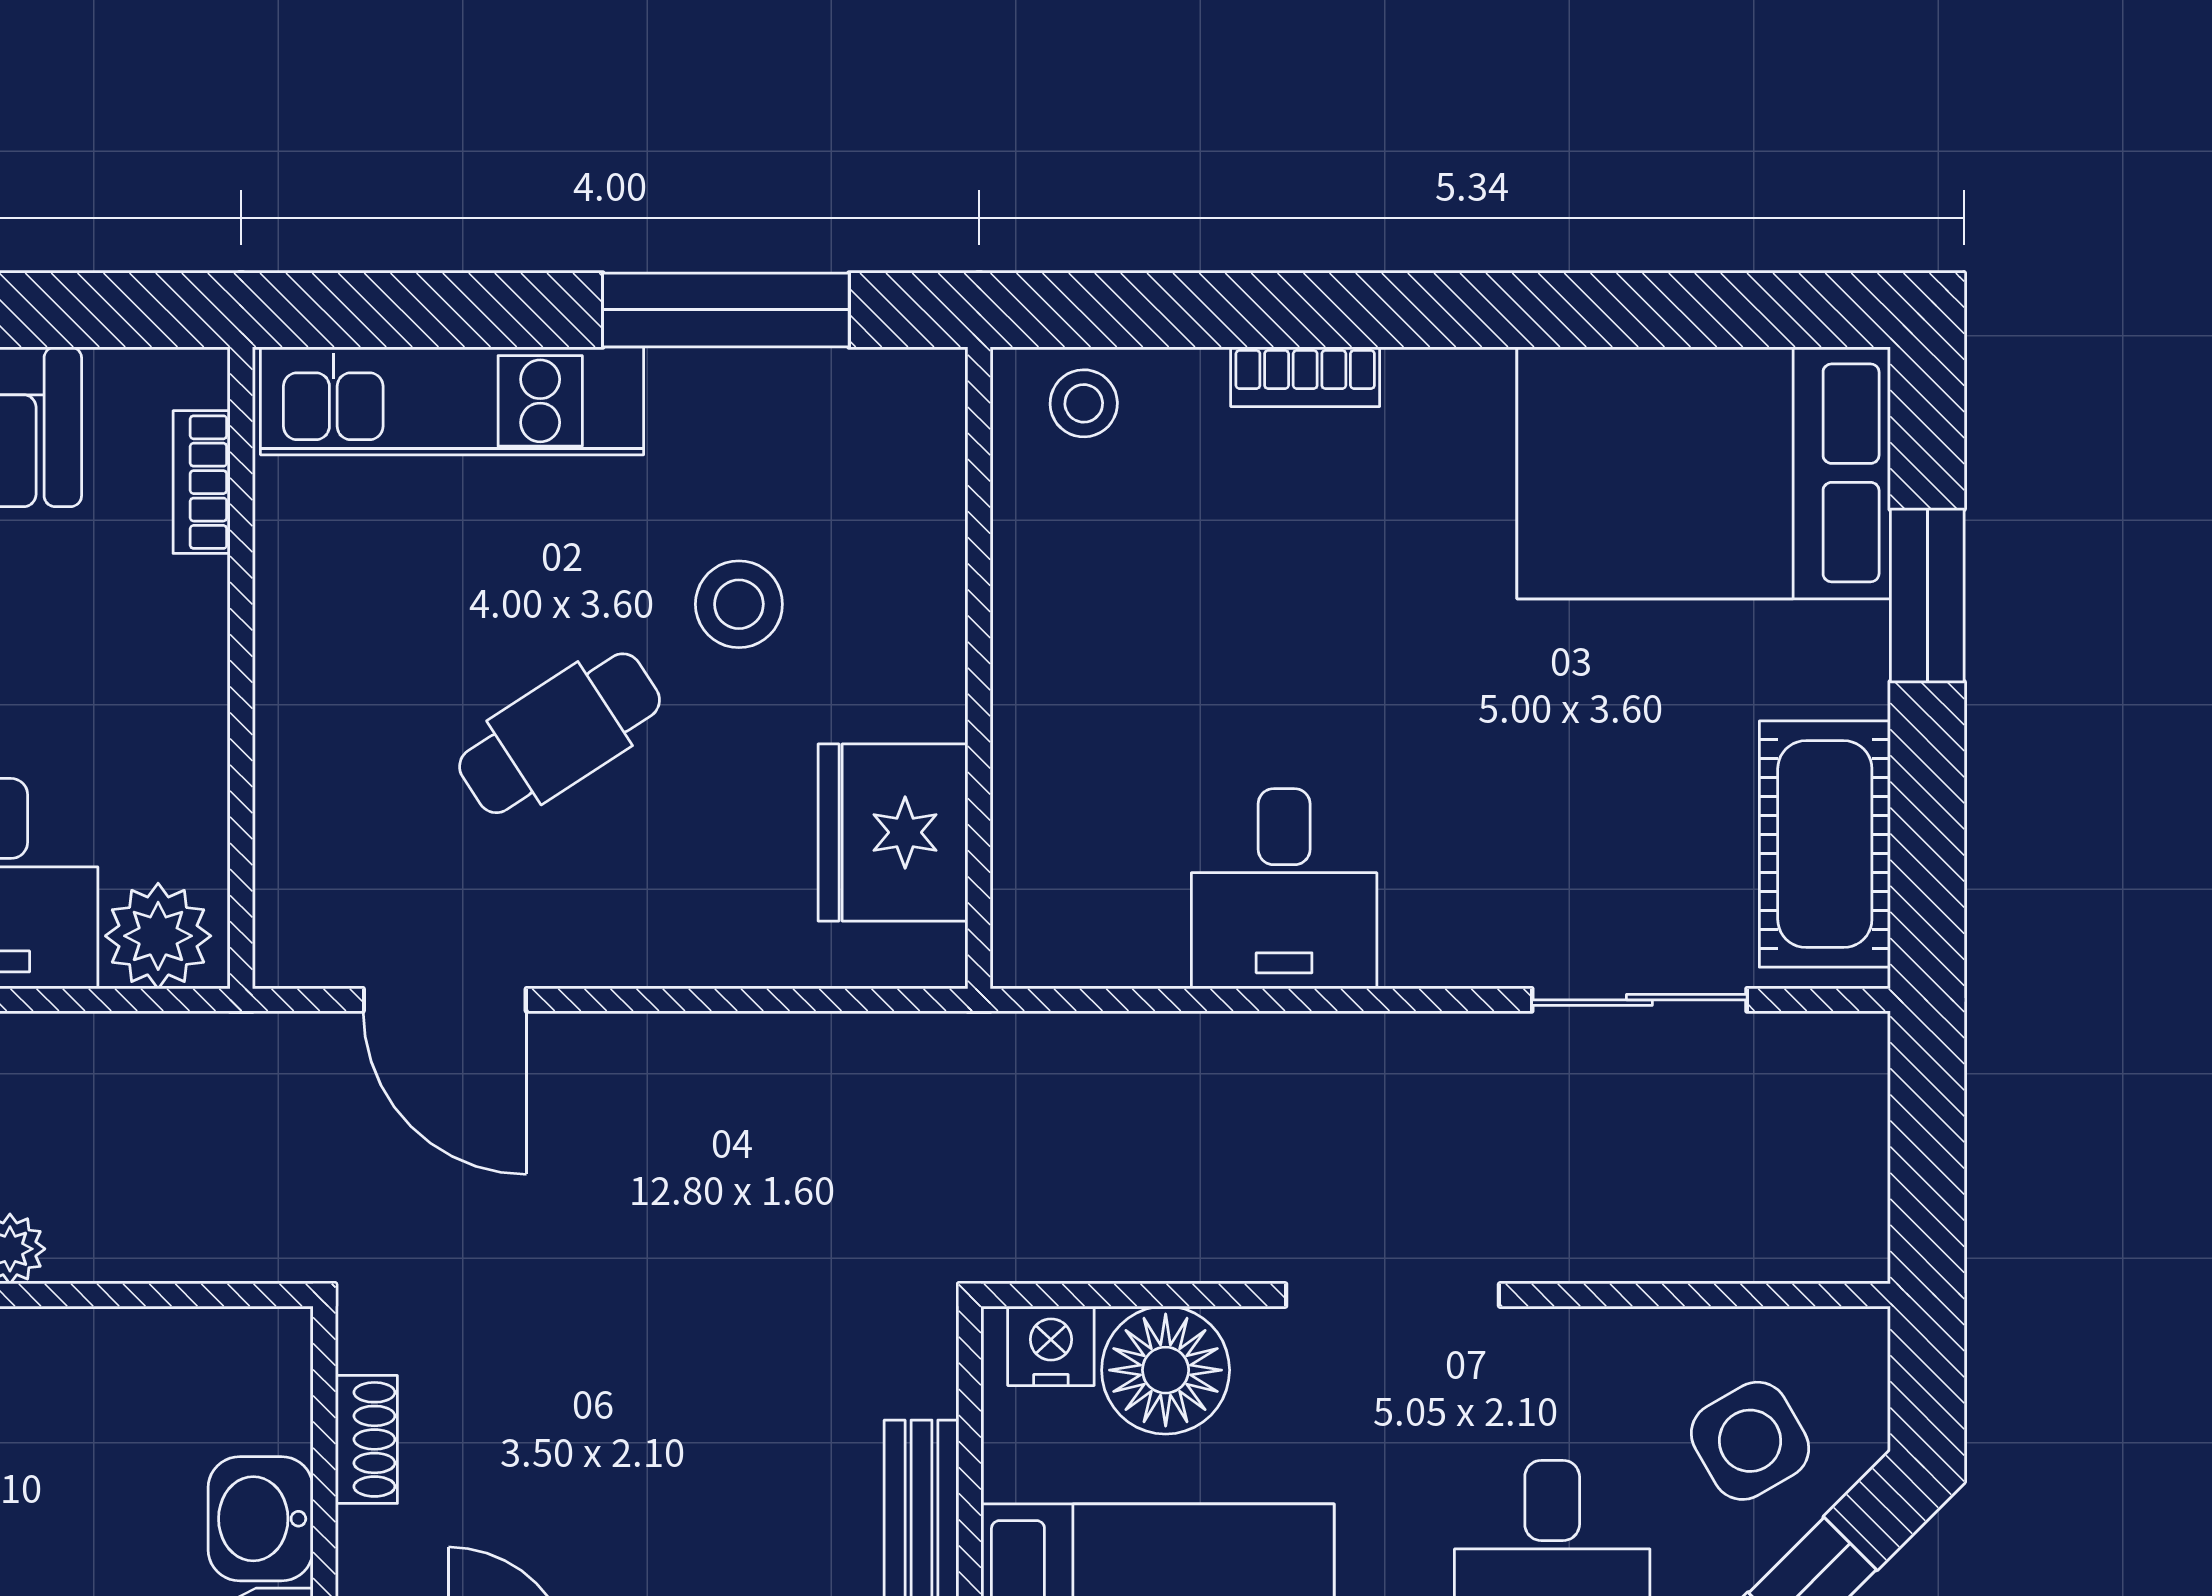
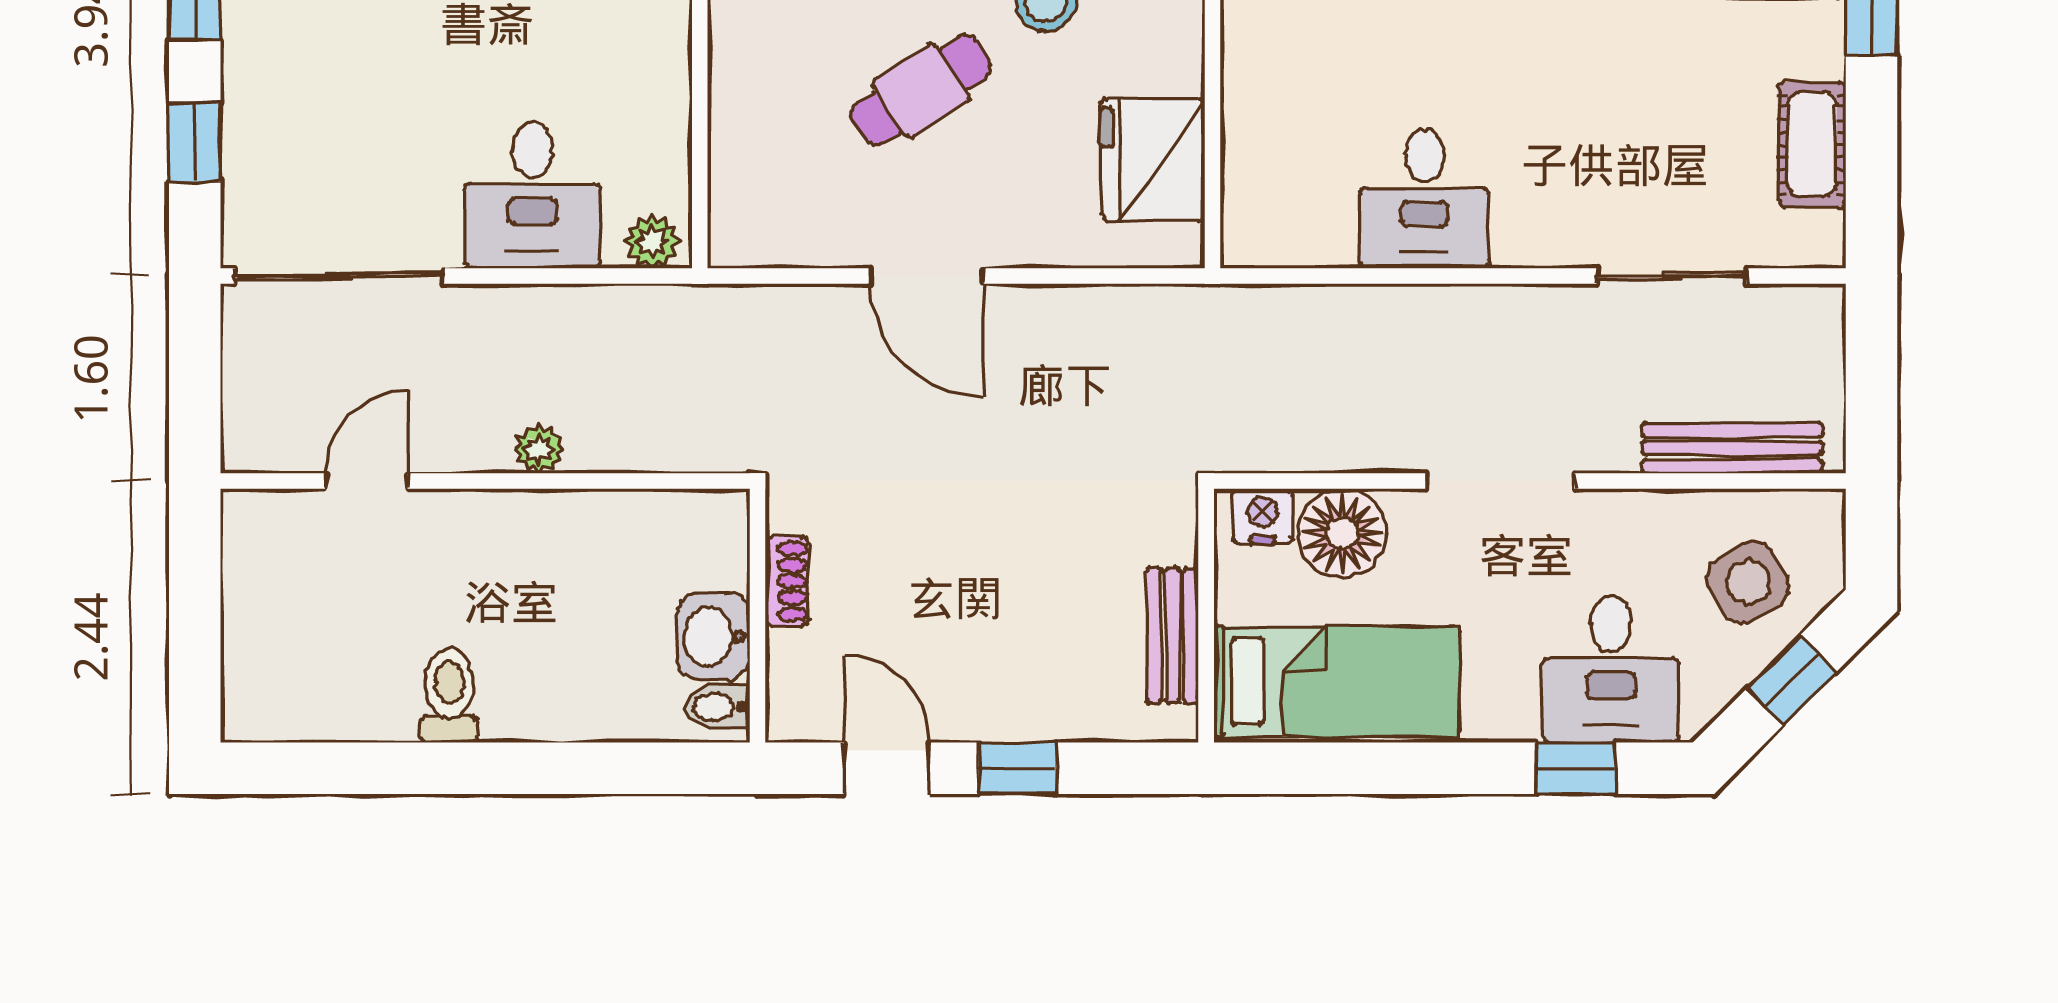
cot: (1825, 844) -> (1812, 145), width x0.73, depth x0.75
plant: (158, 936) -> (652, 242), width x0.73, depth x0.73
door: (445, 1000) -> (927, 276), moved
bench: (1727, 1248) -> (1732, 448), added

